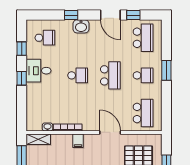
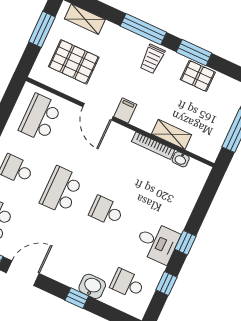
door: (110, 15) -> (23, 273), hinge flipped
washbasin: (81, 26) -> (92, 286), moved
shelving: (38, 139) -> (172, 134), moved
filing cabinet: (78, 141) -> (125, 111), moved

